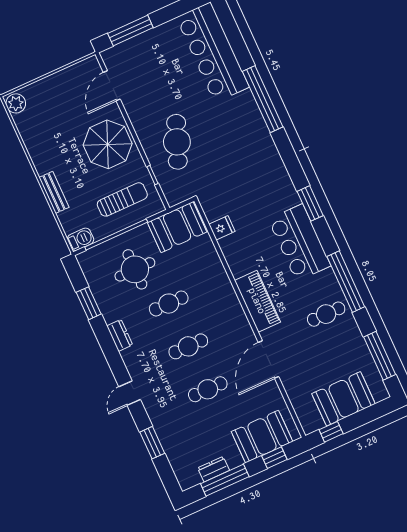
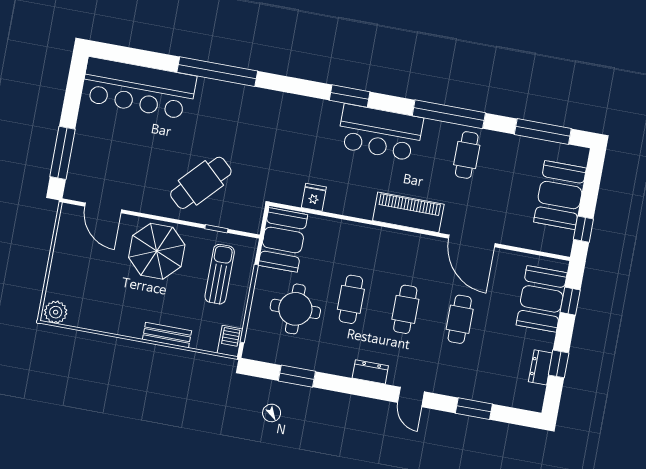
cafe table: (177, 142) -> (201, 183), turned -69
dresser: (120, 335) -> (370, 372), moved
window: (225, 480) -> (559, 364), width x0.46

